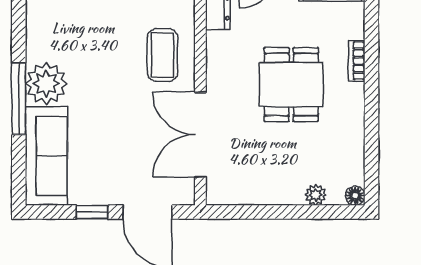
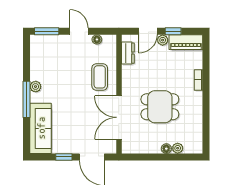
plant: (46, 84) -> (36, 87), width x0.53, depth x0.53
dining table: (291, 84) -> (160, 107), moved, turned 90
floor lamp: (355, 196) -> (166, 149), moved

